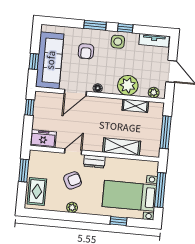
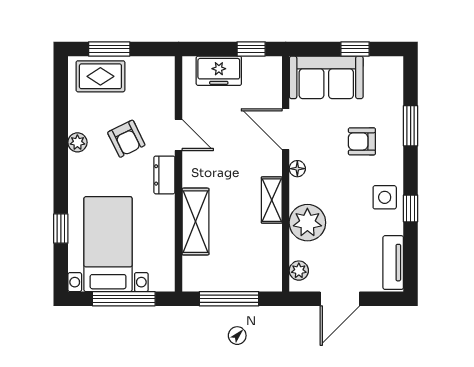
window: (95, 25) -> (411, 126), moved
sofa: (50, 60) -> (326, 77), width x0.73
window: (34, 61) -> (355, 49), moved
shelving: (135, 106) -> (272, 200), moved
freezer: (43, 139) -> (219, 71), moved, turned 90
window: (24, 171) -> (109, 49), moved

